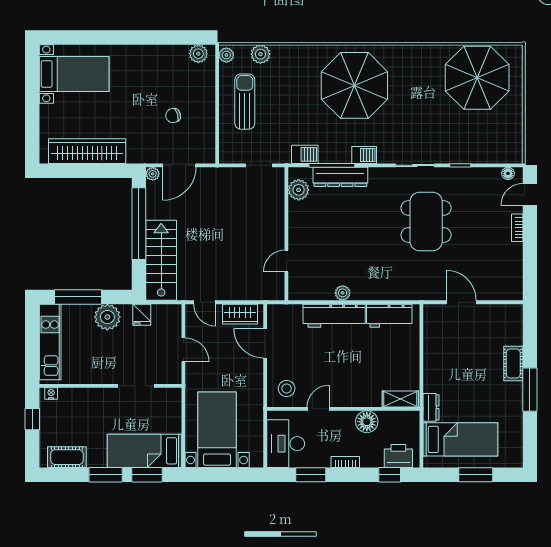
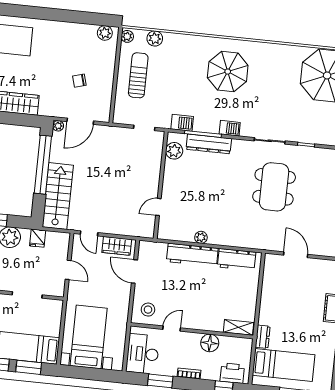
parasol: (354, 85) -> (228, 72), width x0.73, depth x0.73

